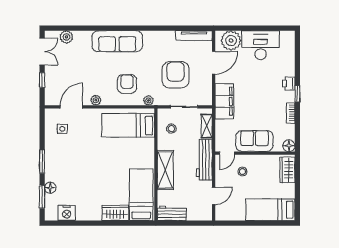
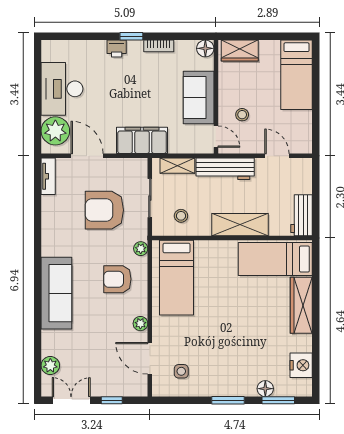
tv unit: (194, 35) -> (48, 176), width x0.71
wardrobe: (115, 213) -> (301, 305), width x1.50

